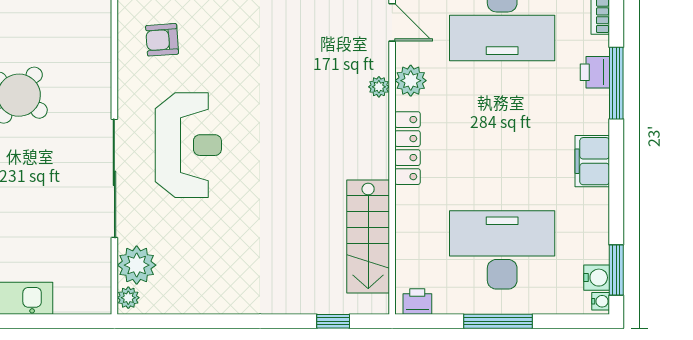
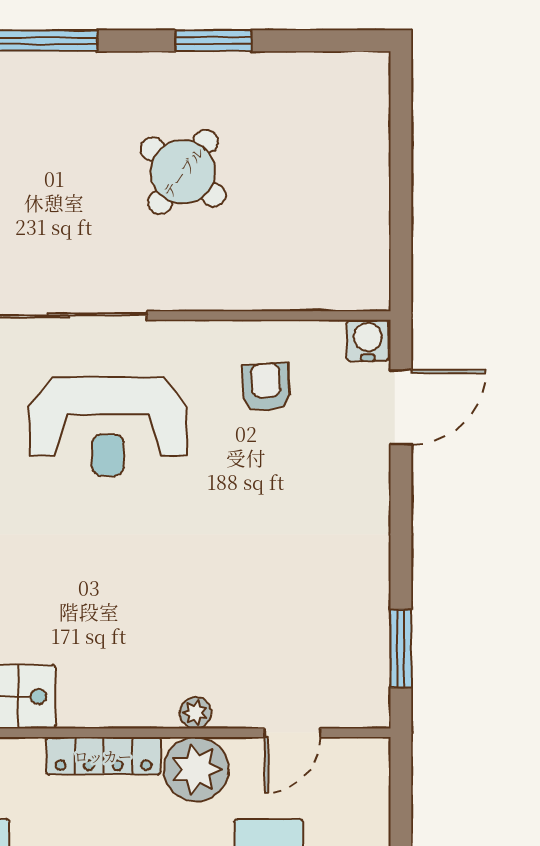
plant: (411, 81) -> (196, 769), width x1.36, depth x1.36

